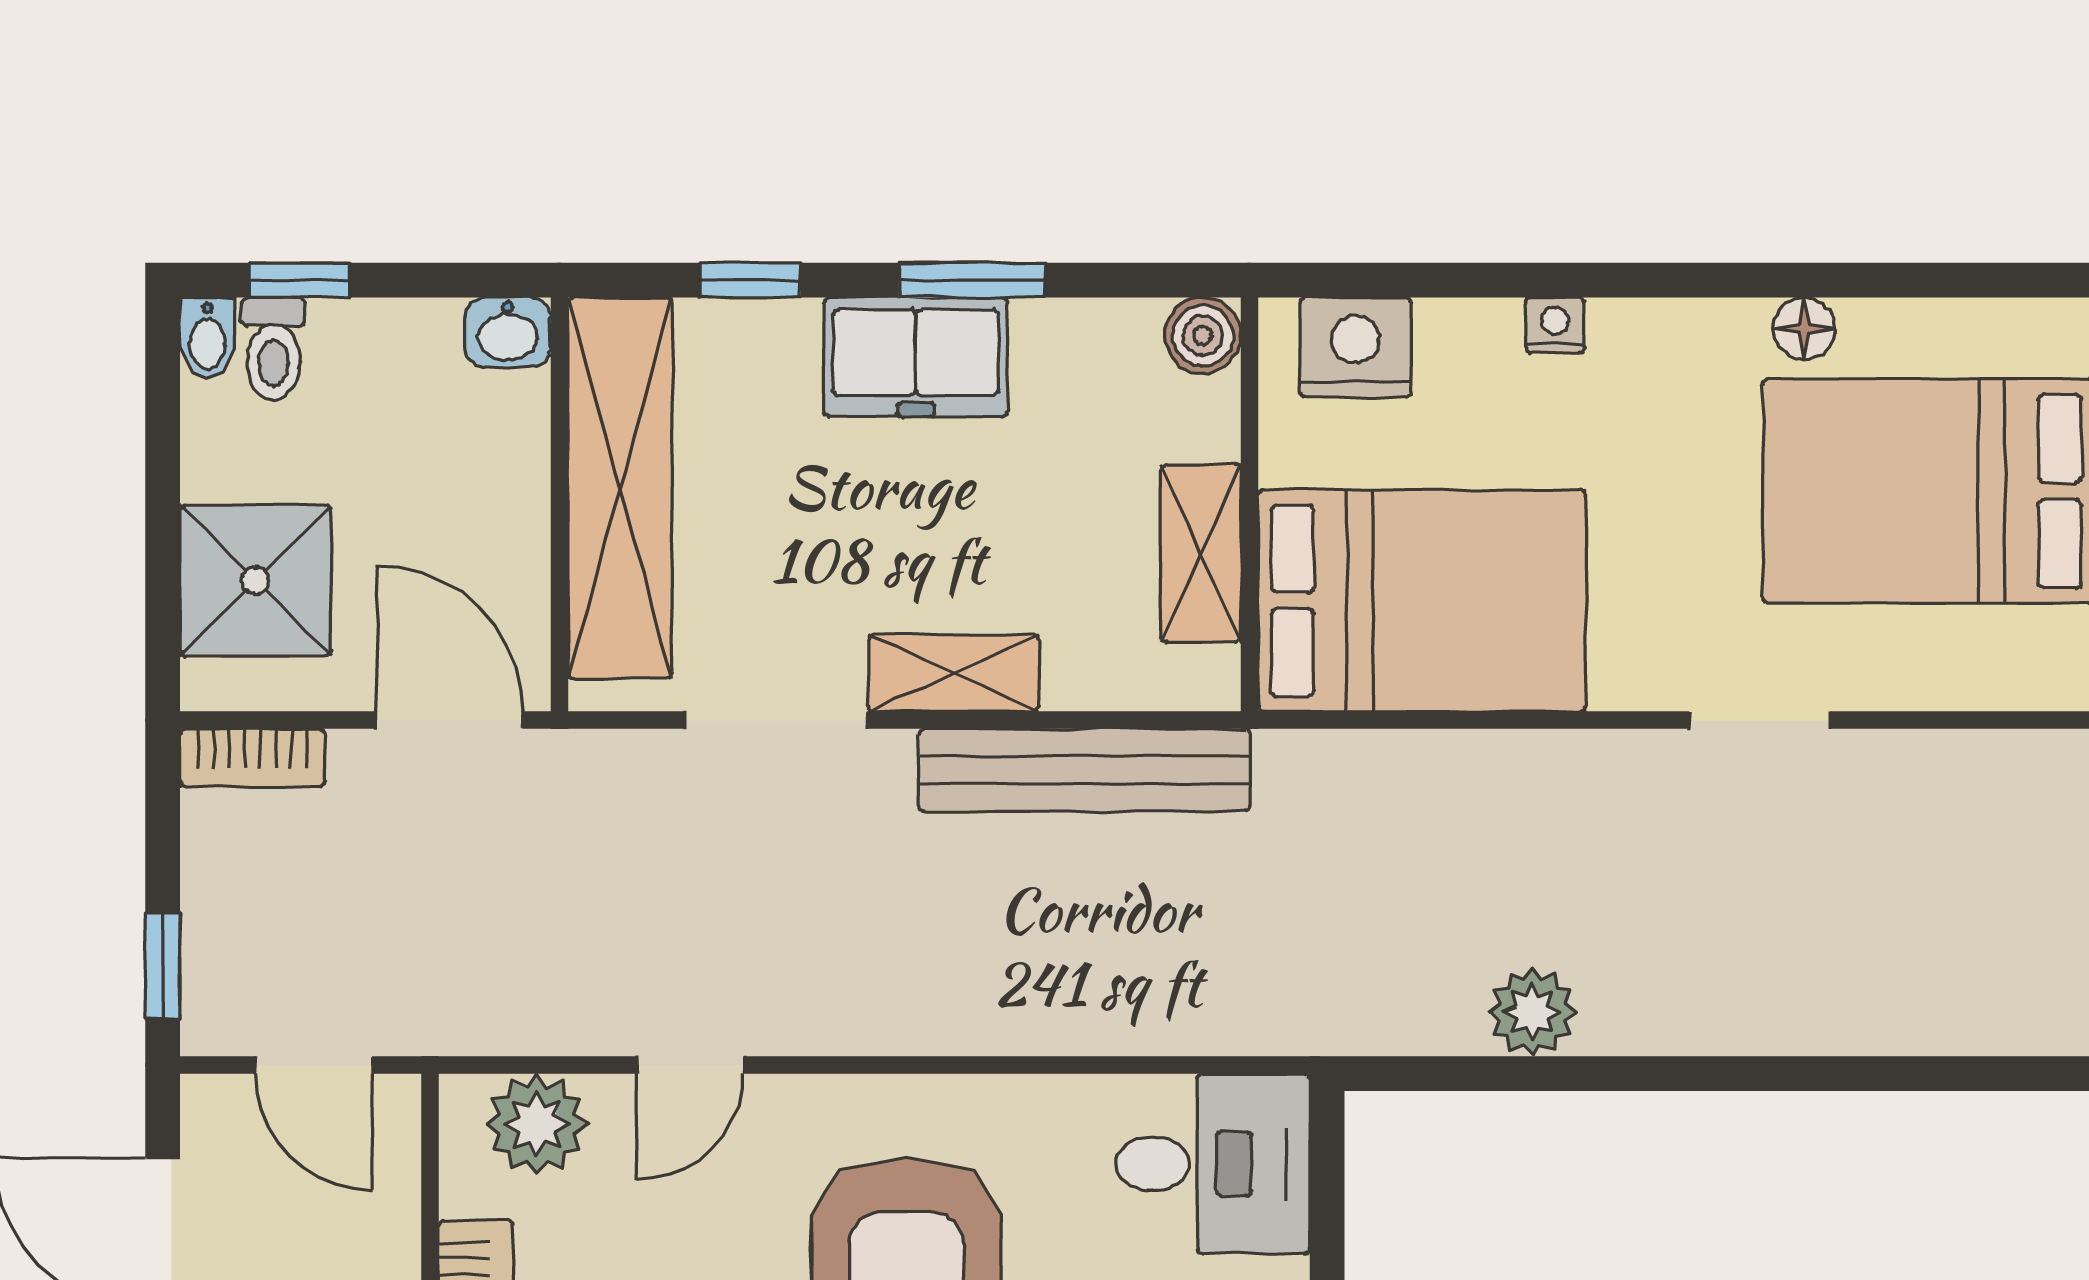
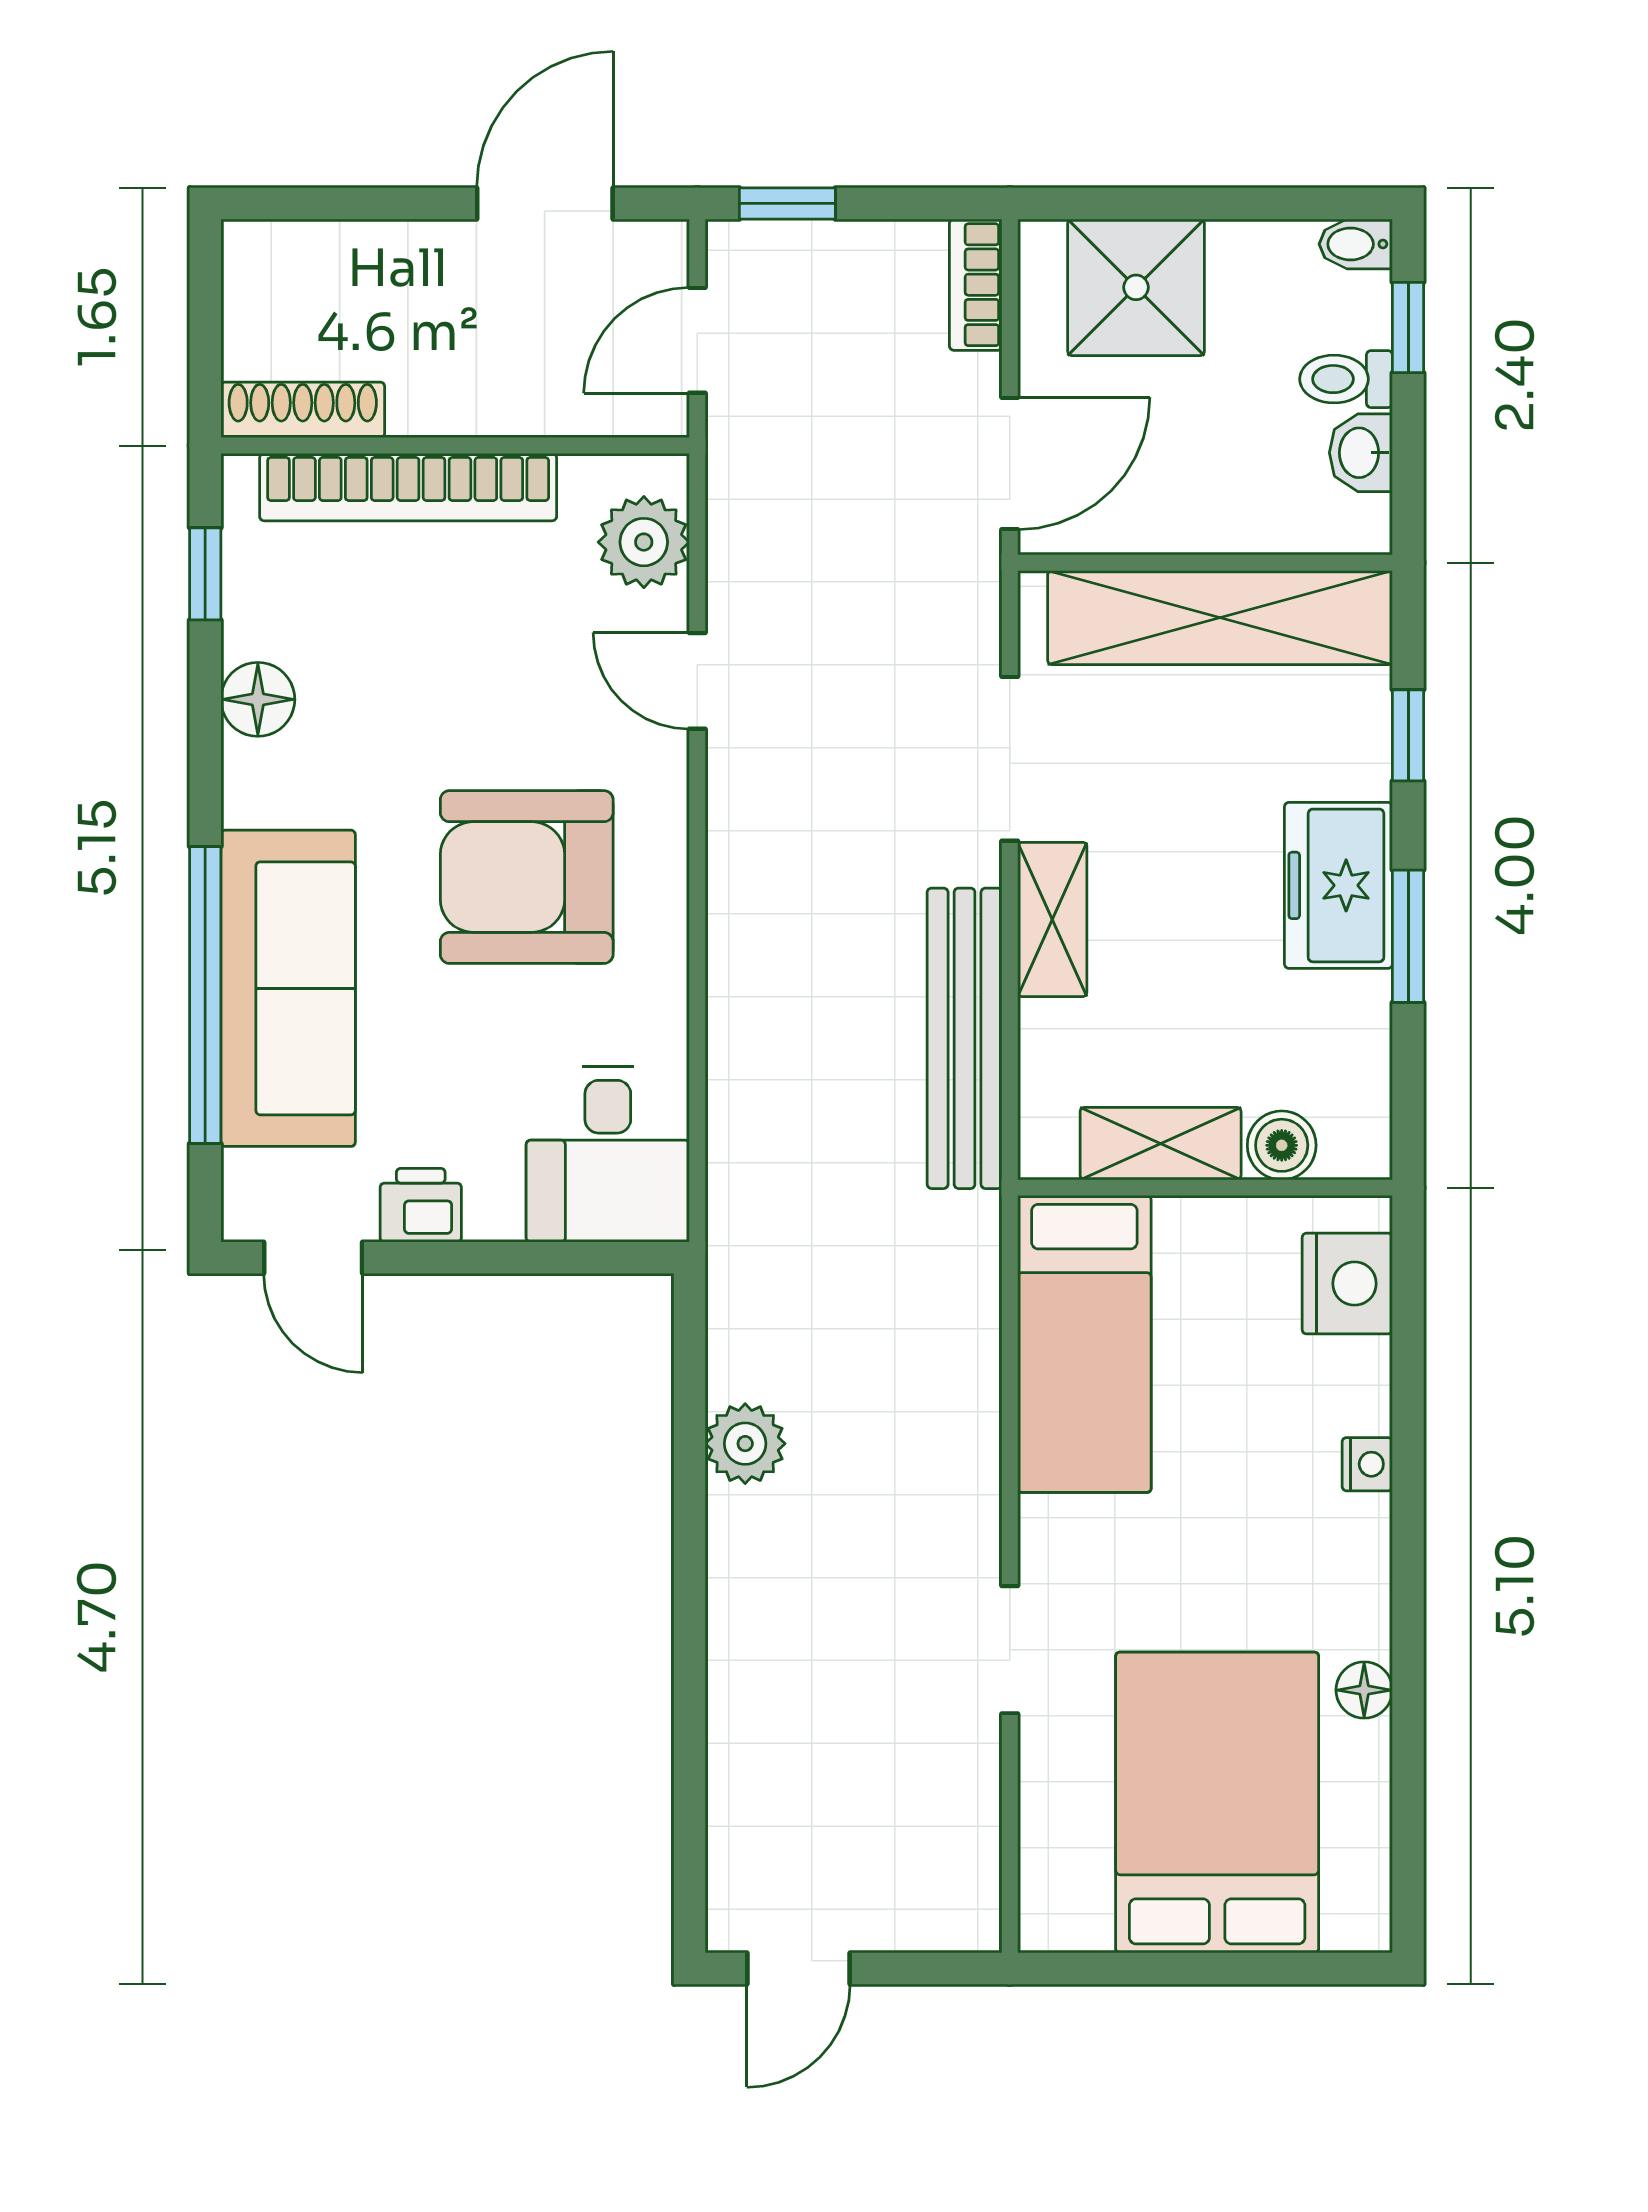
washbasin: (508, 332) -> (1361, 453), moved
boiler: (1203, 335) -> (1282, 1145), moved
toilet: (273, 349) -> (1346, 379), moved
bed: (1422, 601) -> (1084, 1344), width x0.67

